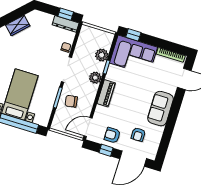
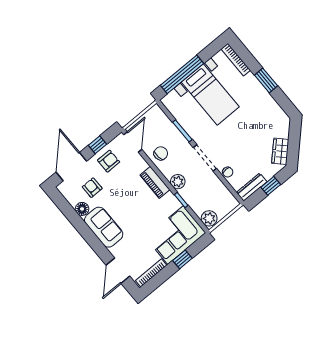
window: (66, 14) -> (271, 186), moved
wardrobe: (18, 25) -> (280, 151), moved
window: (133, 35) -> (182, 259), moved
plant: (102, 55) -> (209, 218), moved
chair: (71, 101) -> (161, 153), moved
floor lamp: (158, 132) -> (82, 209), added

